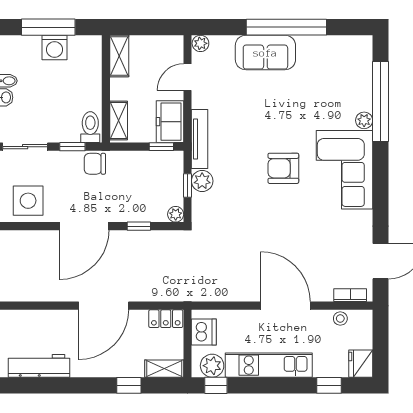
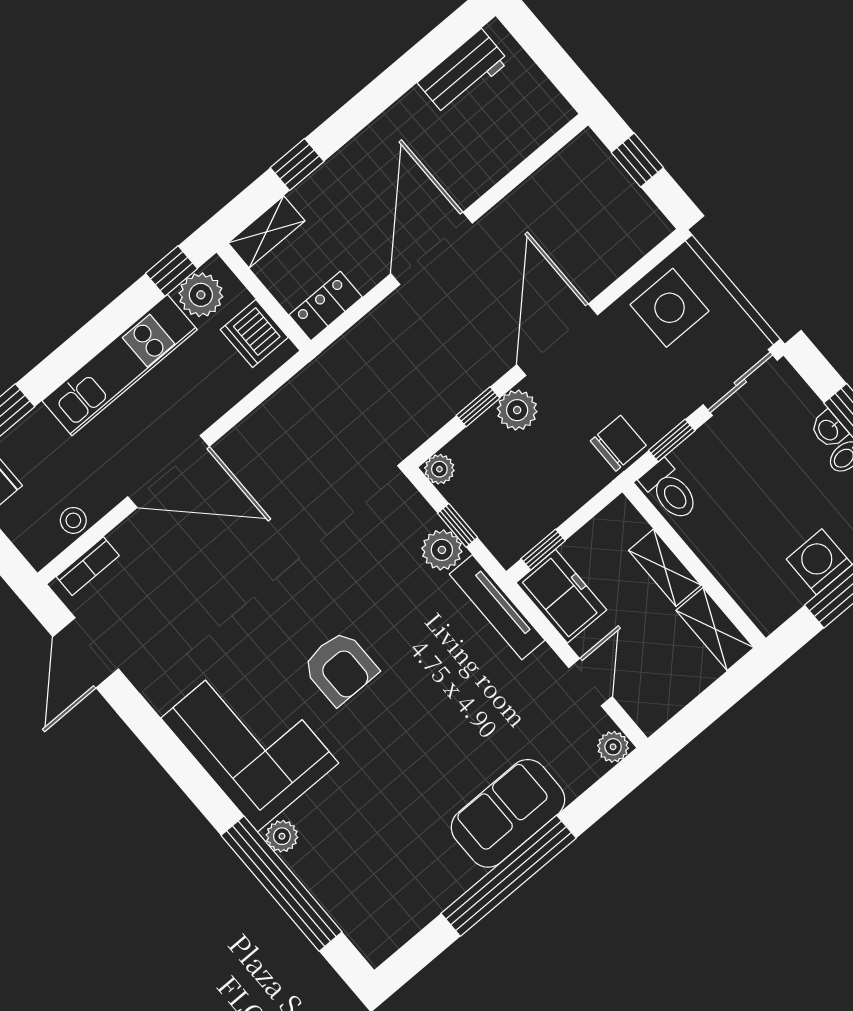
shelving: (119, 121) -> (665, 568), moved
armchair: (283, 168) -> (340, 668), turned 90
plant: (124, 212) -> (517, 410), added
workbench: (39, 366) -> (463, 72), width x0.73

